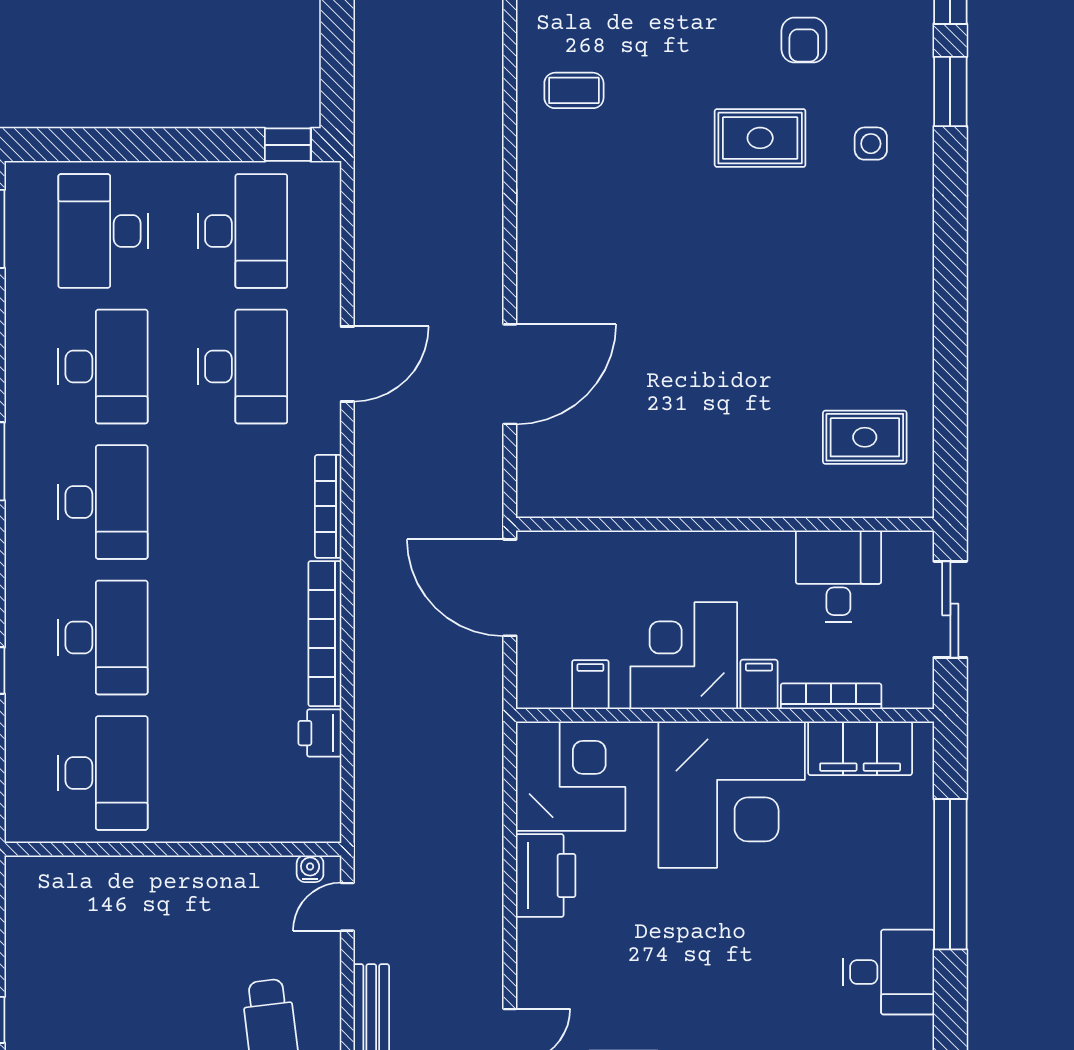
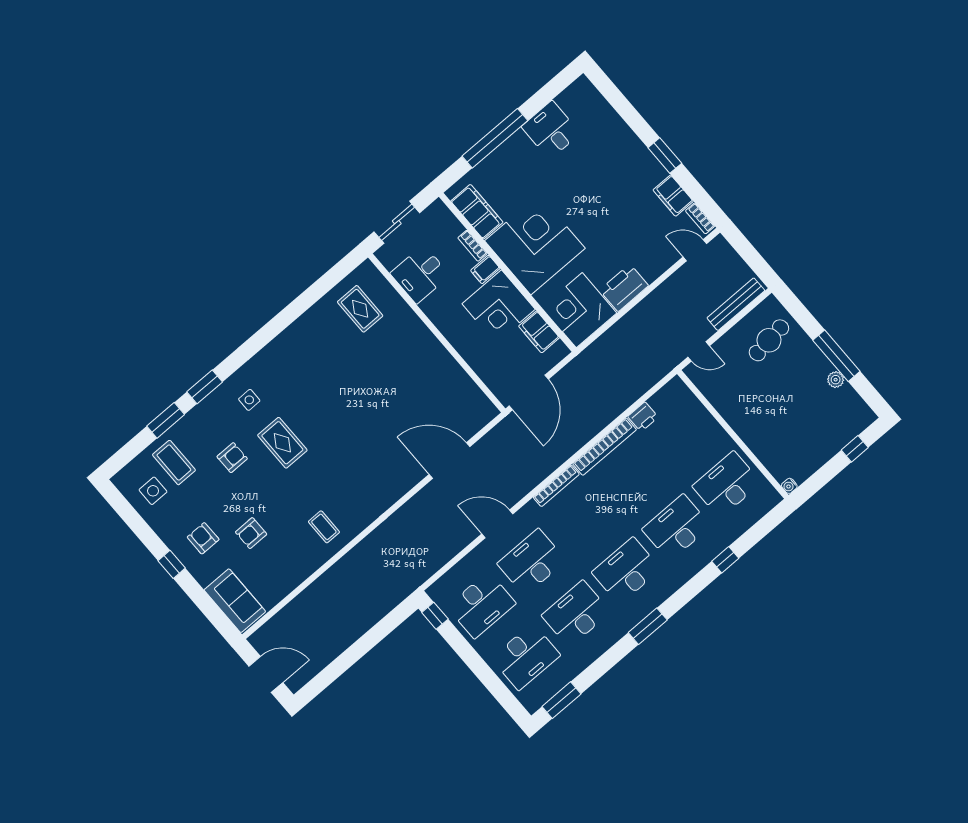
desk: (243, 231) -> (481, 605), turned 180
filing cabinet: (590, 685) -> (539, 332), width x2.00
bookcase: (831, 696) -> (473, 246), width x0.64
water cooler: (310, 869) -> (789, 486), moved

